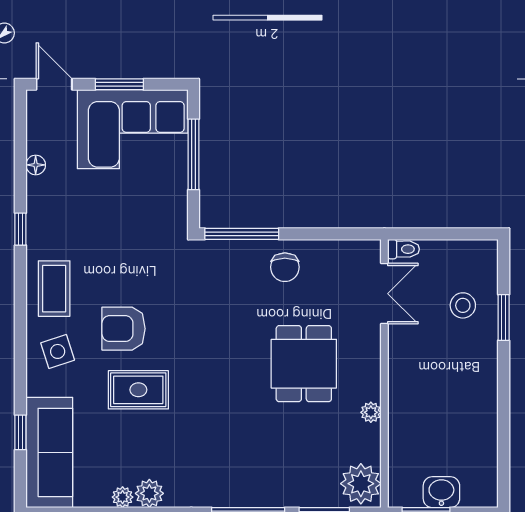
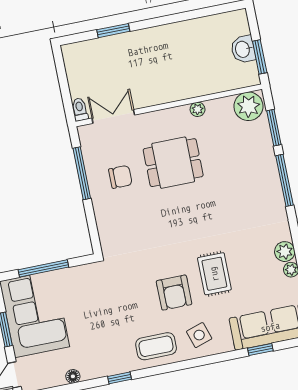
window: (242, 234) -> (82, 173), moved
chair: (285, 267) -> (120, 177), moved
stool: (463, 305) -> (111, 60), removed

